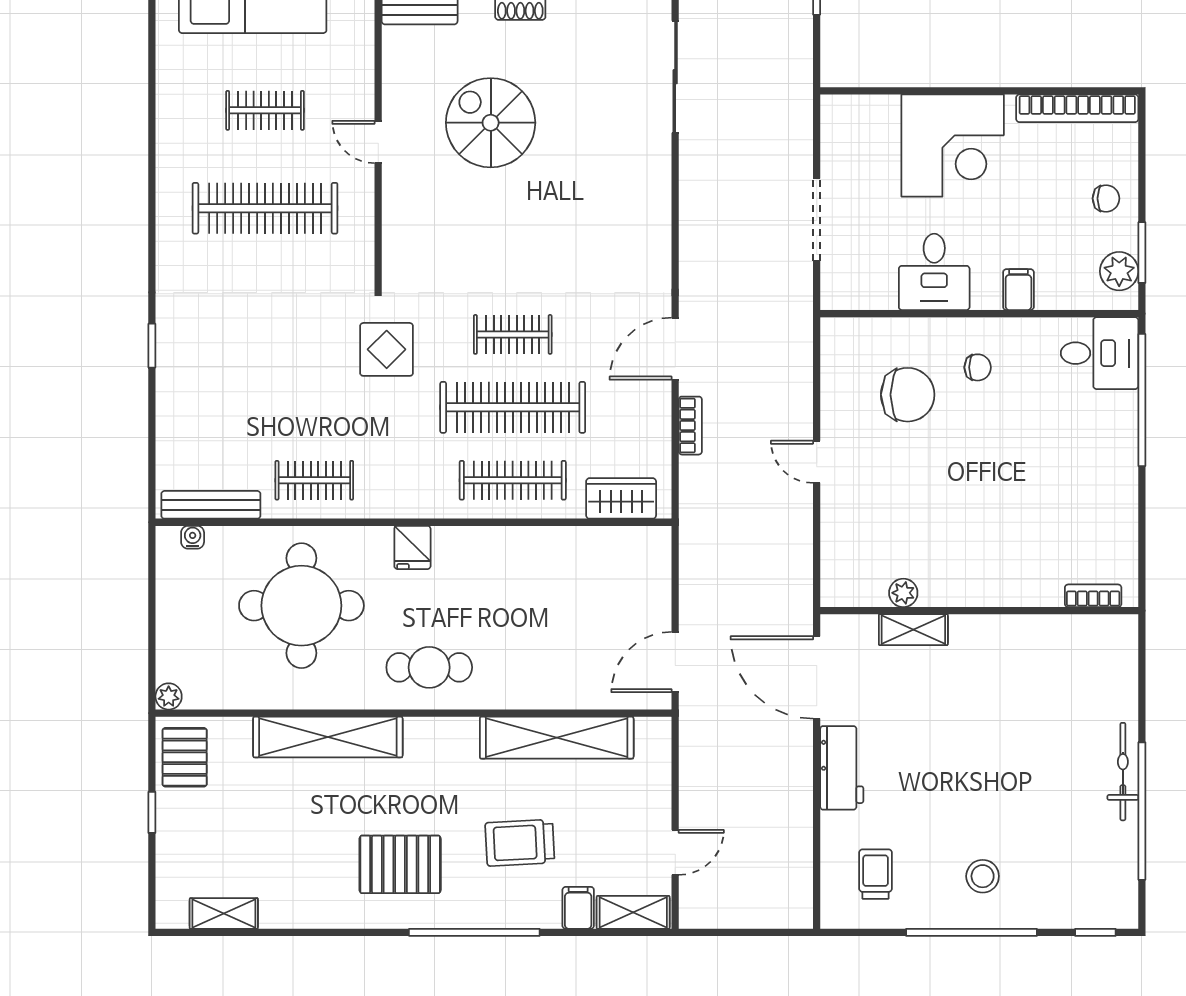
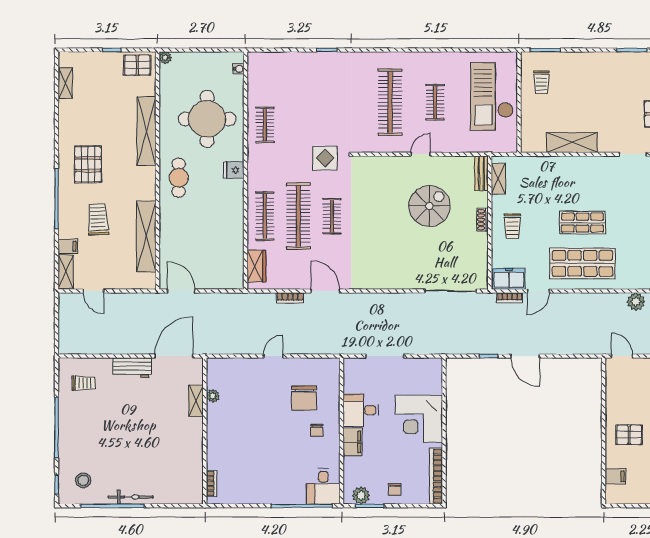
filing cabinet: (1018, 290) -> (353, 442), width x2.00
bench: (211, 505) -> (253, 77), removed
stool: (983, 876) -> (83, 480), moved

